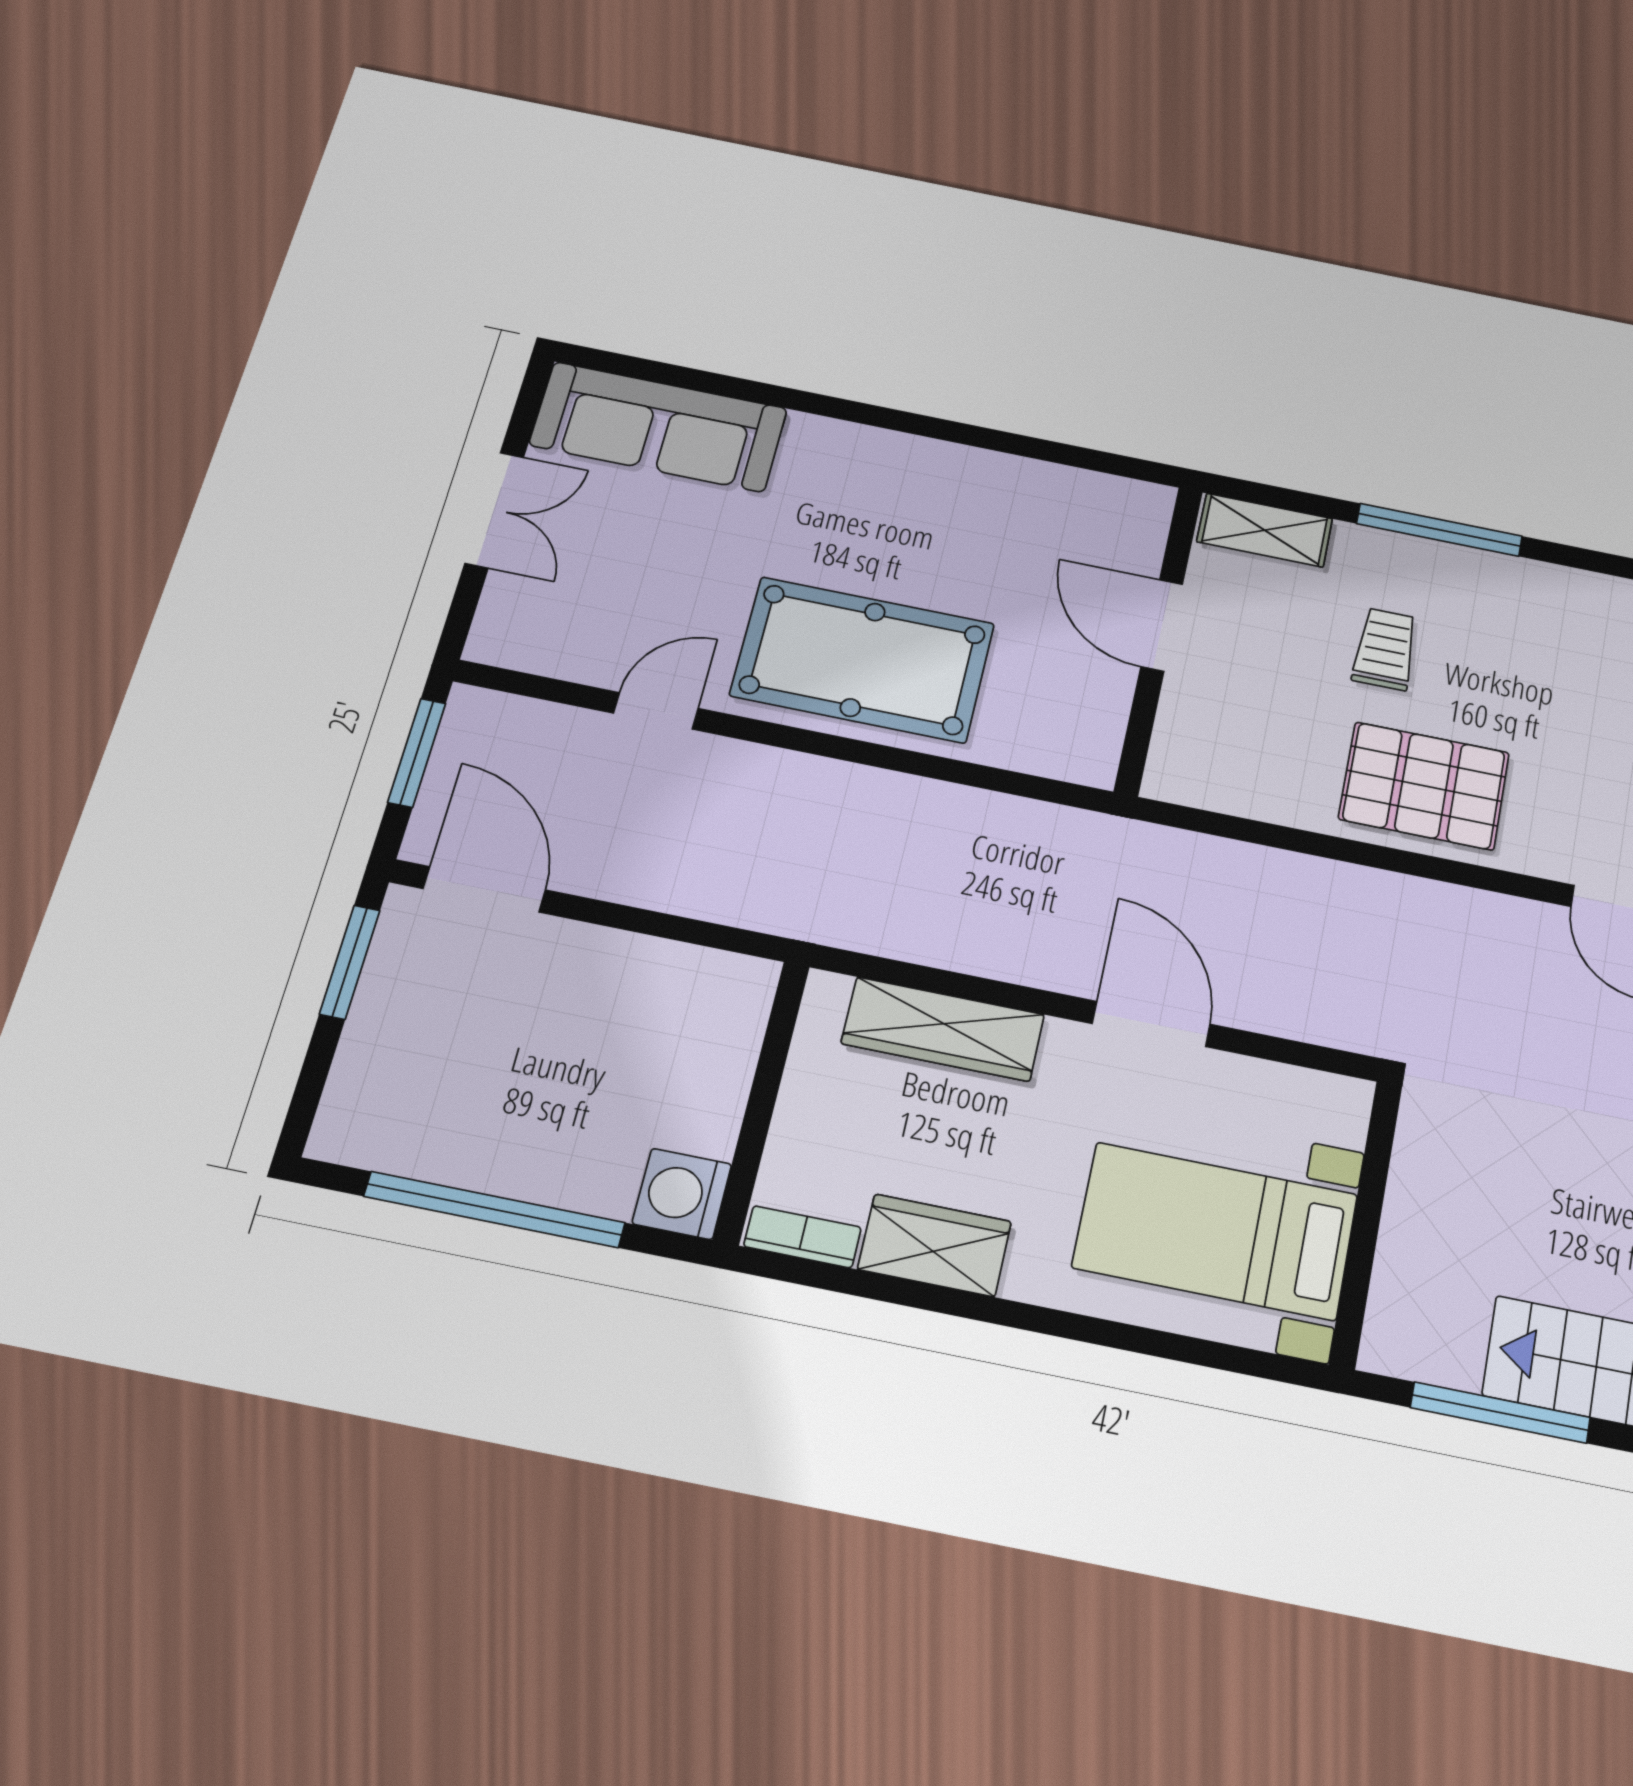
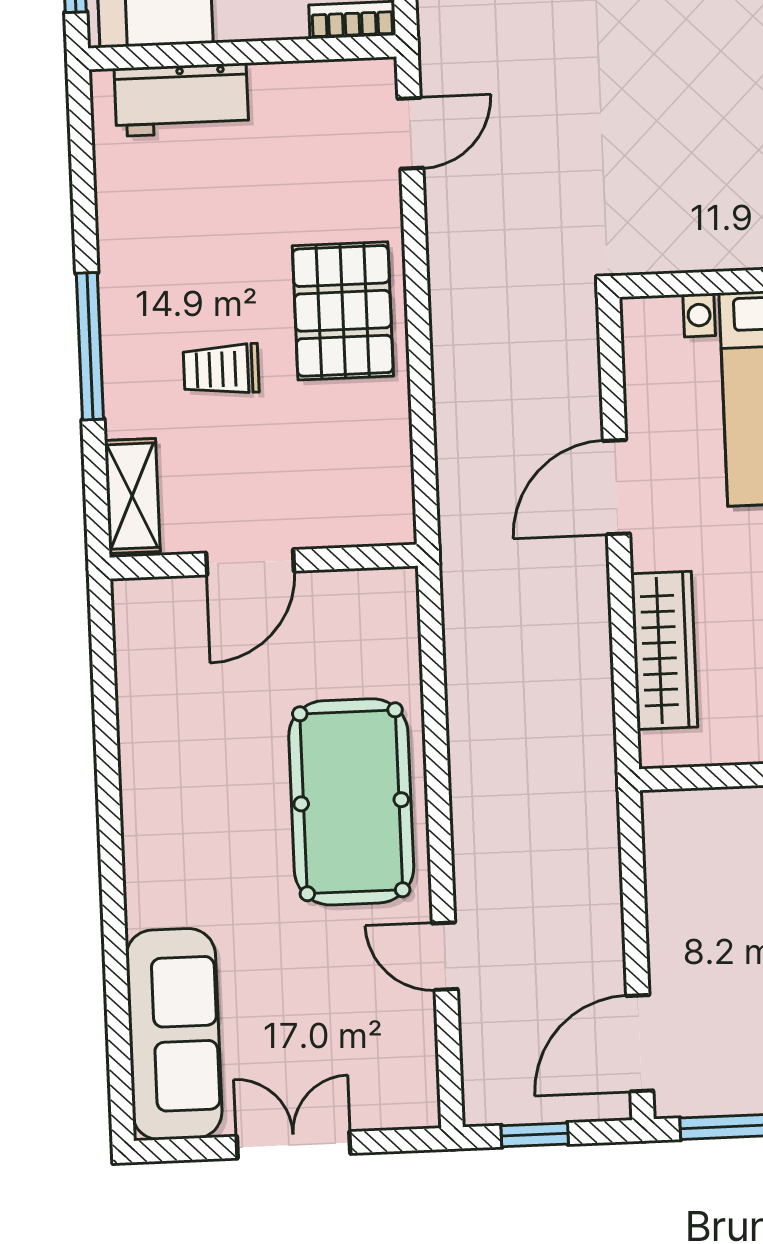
window: (417, 753) -> (535, 1135), width x0.67

